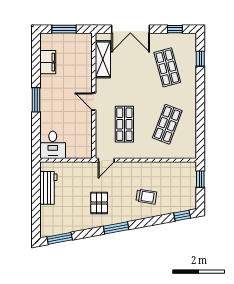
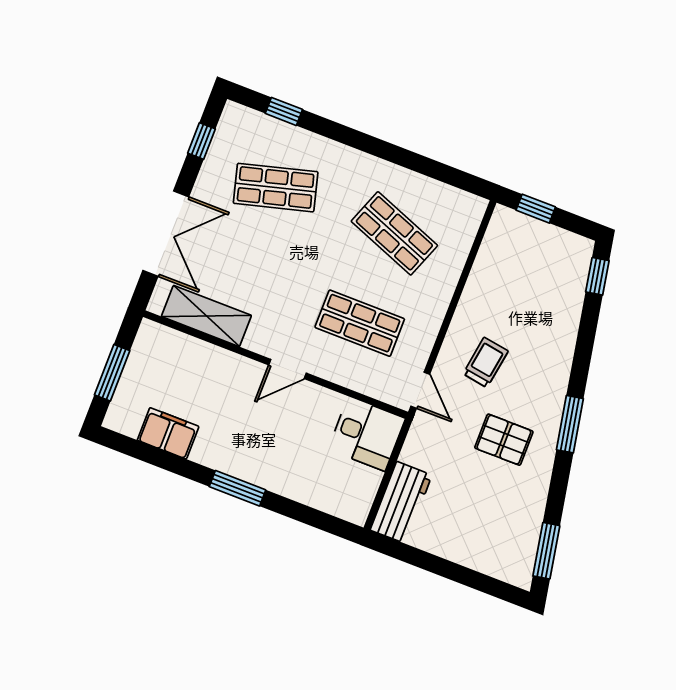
desk: (53, 145) -> (367, 434), moved
workbench: (48, 188) -> (401, 503), moved, turned 90
trolley: (146, 197) -> (486, 362), moved

